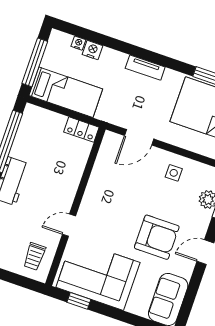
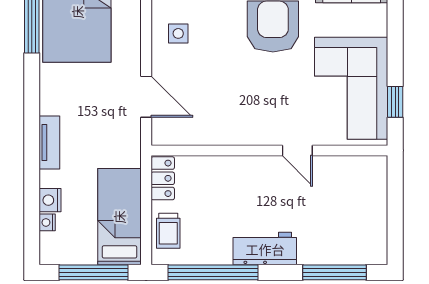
tv unit: (145, 68) -> (49, 142), moved
trolley: (34, 256) -> (168, 231), moved, turned 90

